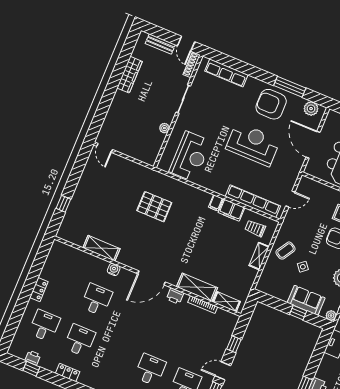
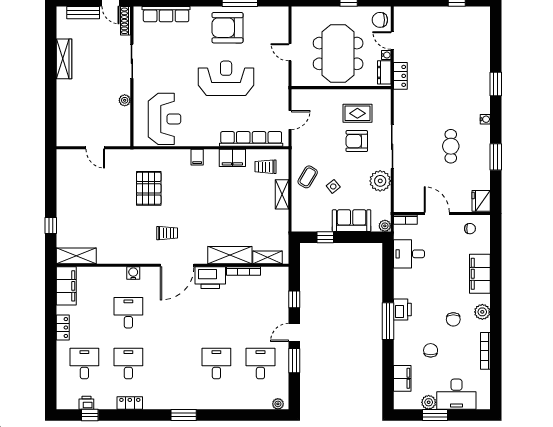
plant: (311, 109) -> (272, 15), removed
door: (313, 145) -> (290, 52), width x0.53
door: (105, 148) -> (95, 148), moved
filing cabinet: (216, 203) -> (197, 157), moved
pallet: (154, 207) -> (149, 188), turned 90
shelving: (101, 248) -> (76, 256), moved
trolley: (154, 249) -> (167, 233), added
filing cabinet: (56, 257) -> (66, 286), added
printer: (175, 296) -> (210, 278), width x1.87, depth x1.48
window: (298, 313) -> (325, 237), moved

